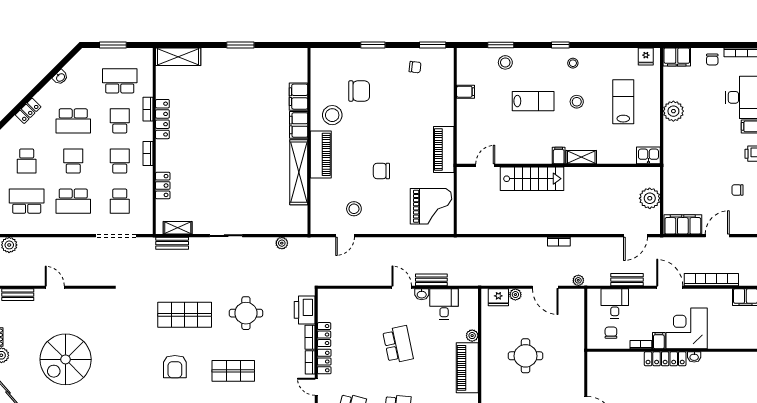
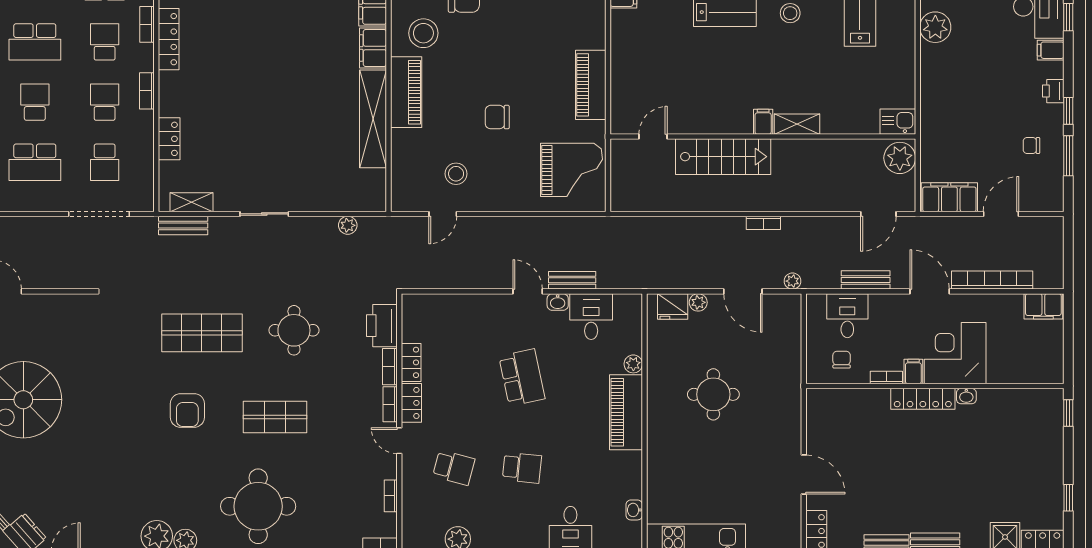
kitchen sink: (648, 155) -> (898, 122), moved
filing cabinet: (559, 156) -> (763, 122), moved
shelving: (581, 157) -> (797, 124), moved
door: (485, 165) -> (653, 137), moved
wall: (558, 165) -> (763, 137), moved
stairs: (532, 179) -> (723, 157), moved

